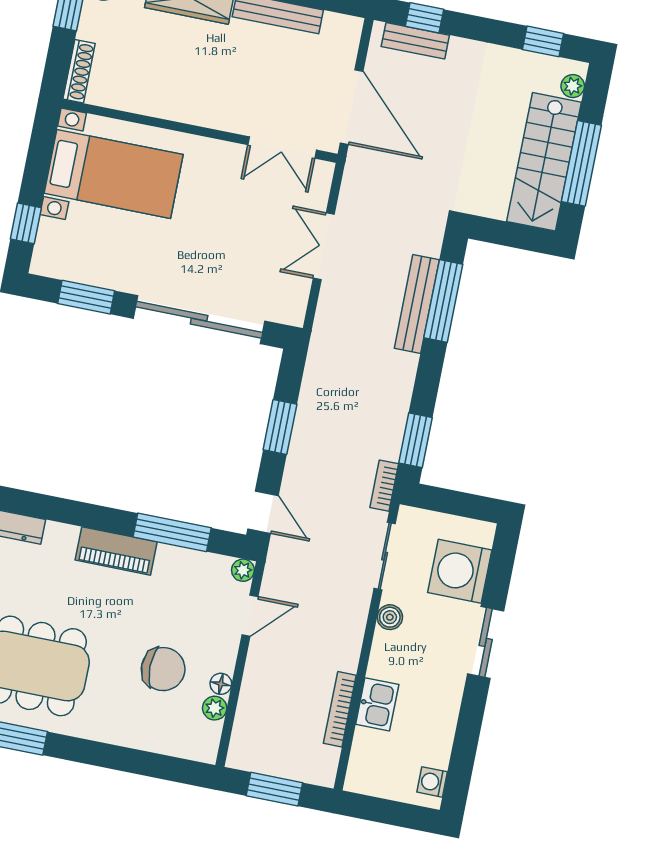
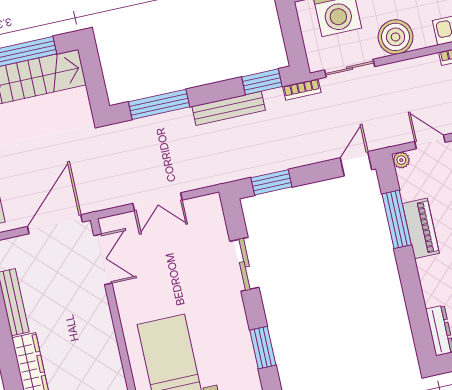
bench: (417, 304) -> (229, 108), moved
sliding door: (199, 320) -> (244, 264), width x0.54
window: (280, 427) -> (271, 182), moved
piano: (116, 551) -> (421, 228), moved
boiler: (390, 617) -> (396, 37), width x1.86, depth x1.86

